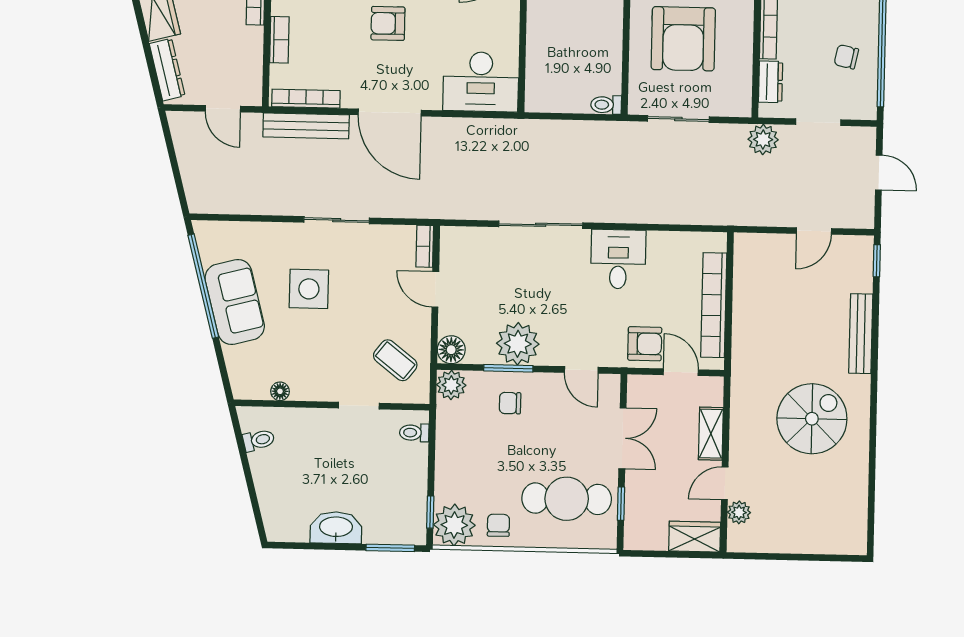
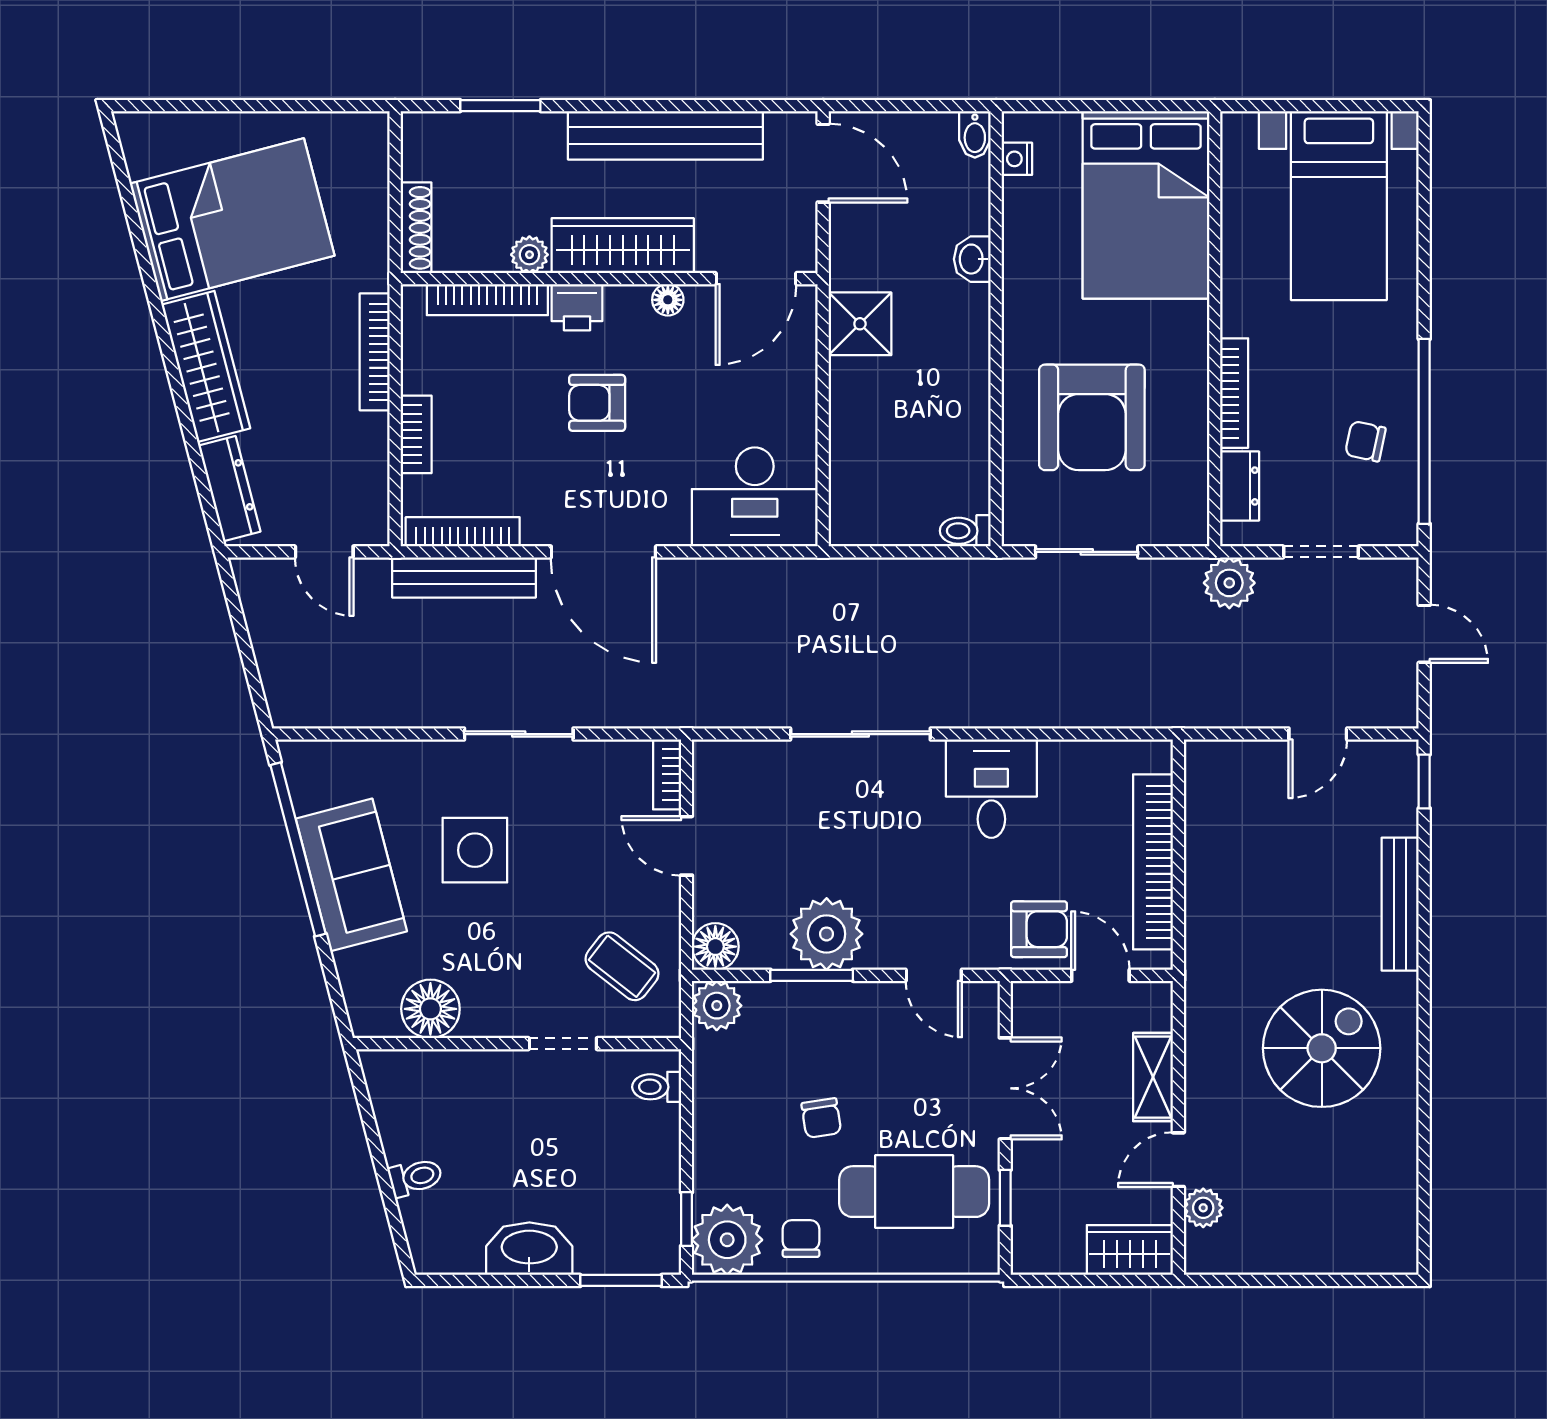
floor lamp: (280, 391) -> (430, 1009), width x1.89, depth x1.89
chair: (510, 403) -> (821, 1118), moved, turned -99
toilet: (259, 440) -> (415, 1177), moved

